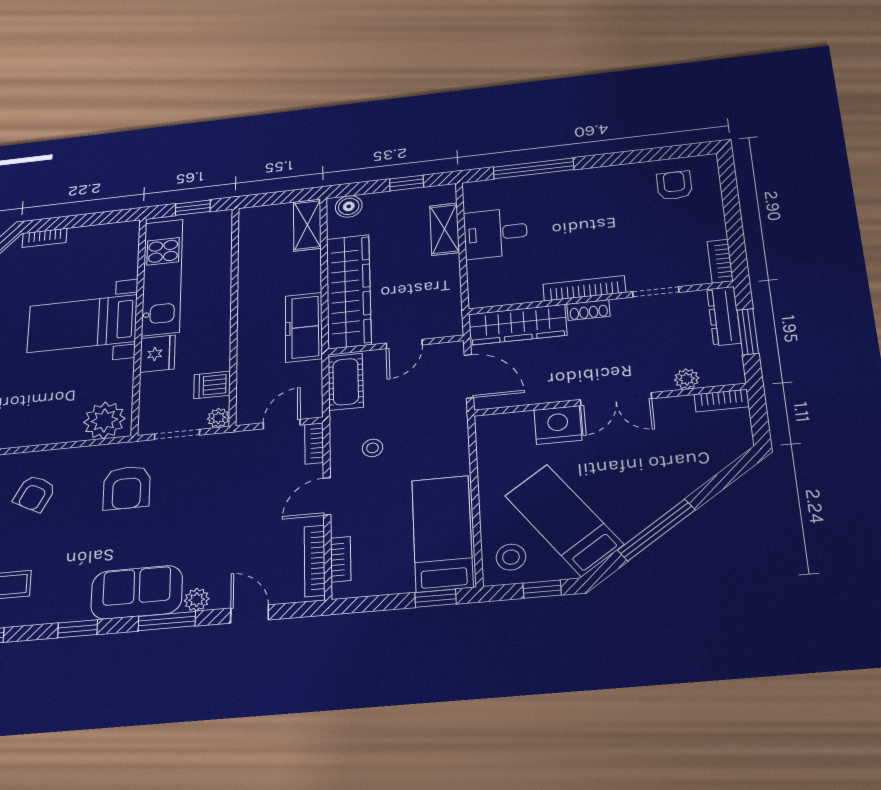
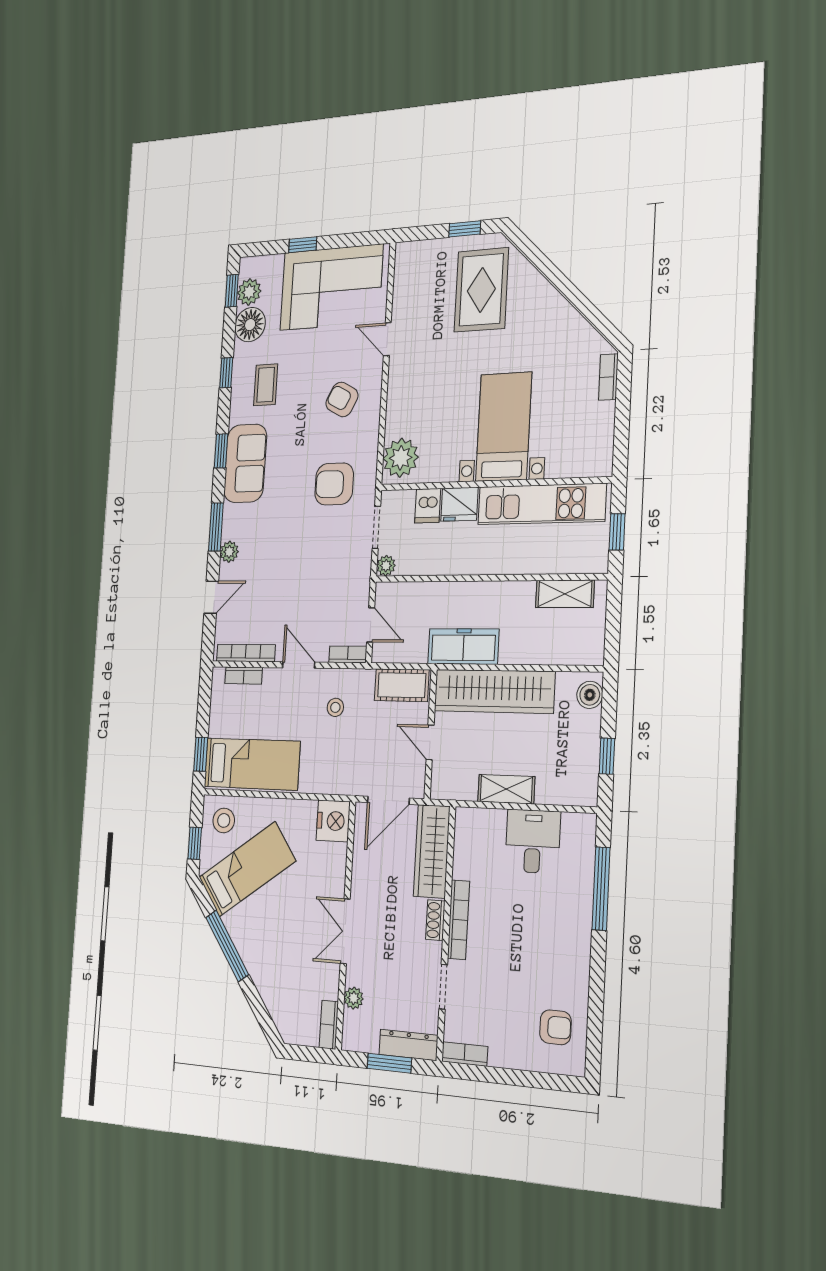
shelving: (307, 225) -> (565, 594), moved
shelving: (445, 229) -> (506, 789), moved
dishwasher: (212, 385) -> (428, 506), moved, turned 180
nightstand: (558, 425) -> (333, 821), moved
sofa: (137, 592) -> (245, 463), moved

